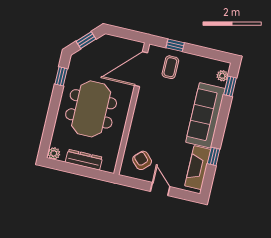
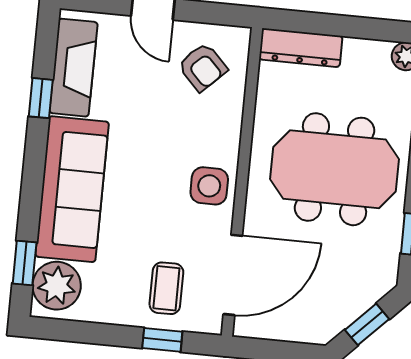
plant: (222, 76) -> (57, 286), width x1.87, depth x1.87
meeting table: (91, 109) -> (335, 169), turned 90
side table: (146, 109) -> (209, 186), added
dresser: (84, 160) -> (301, 48), moved

